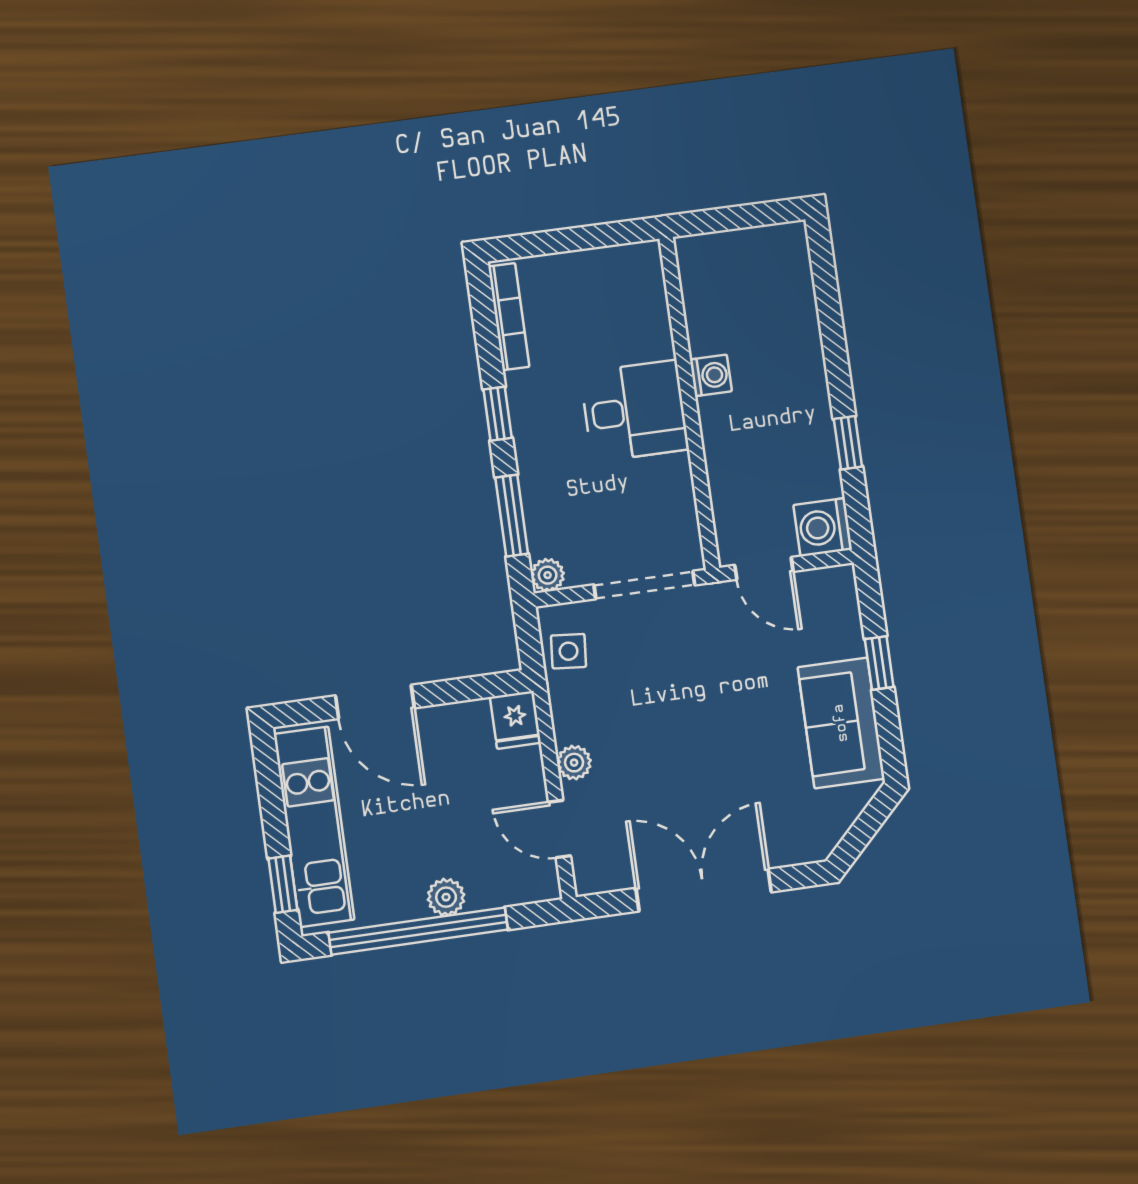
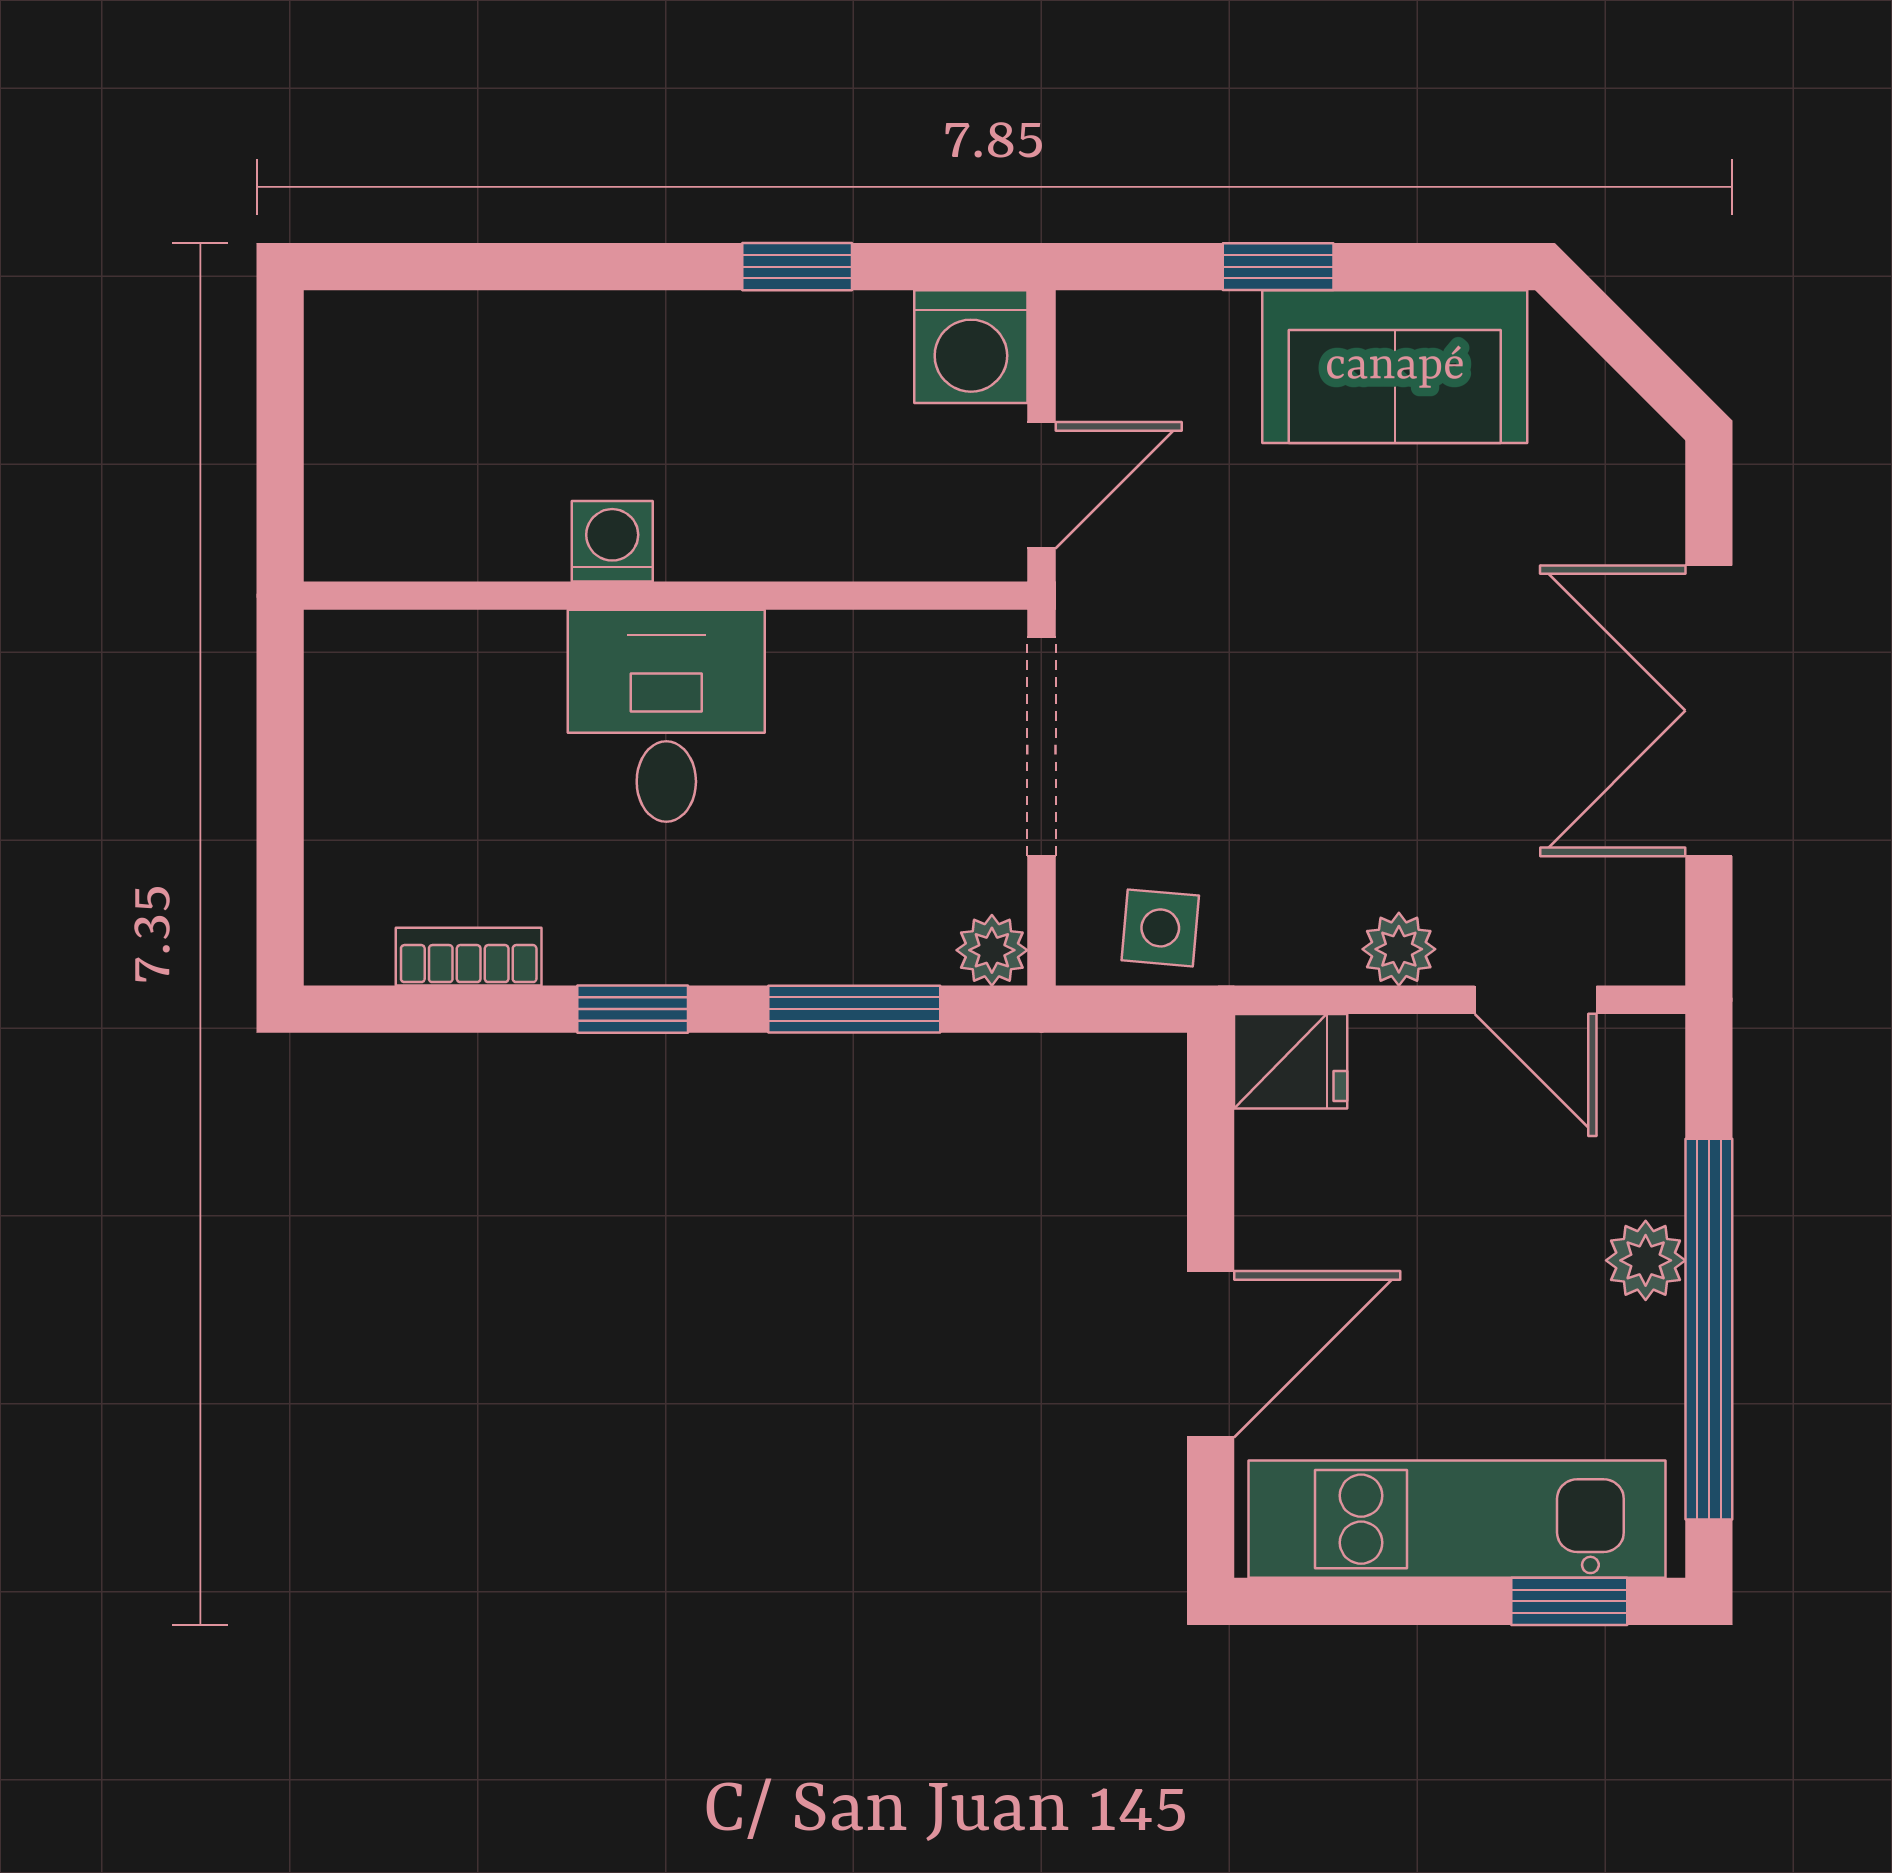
bookcase: (509, 317) -> (469, 957), width x0.64
door: (559, 829) -> (1536, 1000), hinge flipped

